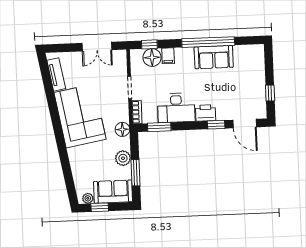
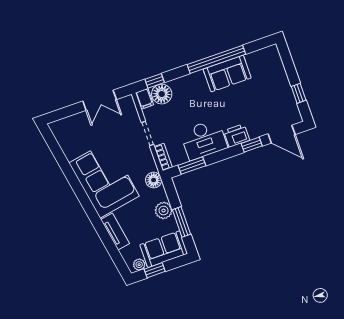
filing cabinet: (168, 56) -> (144, 99), moved
tv unit: (56, 74) -> (115, 231), moved

